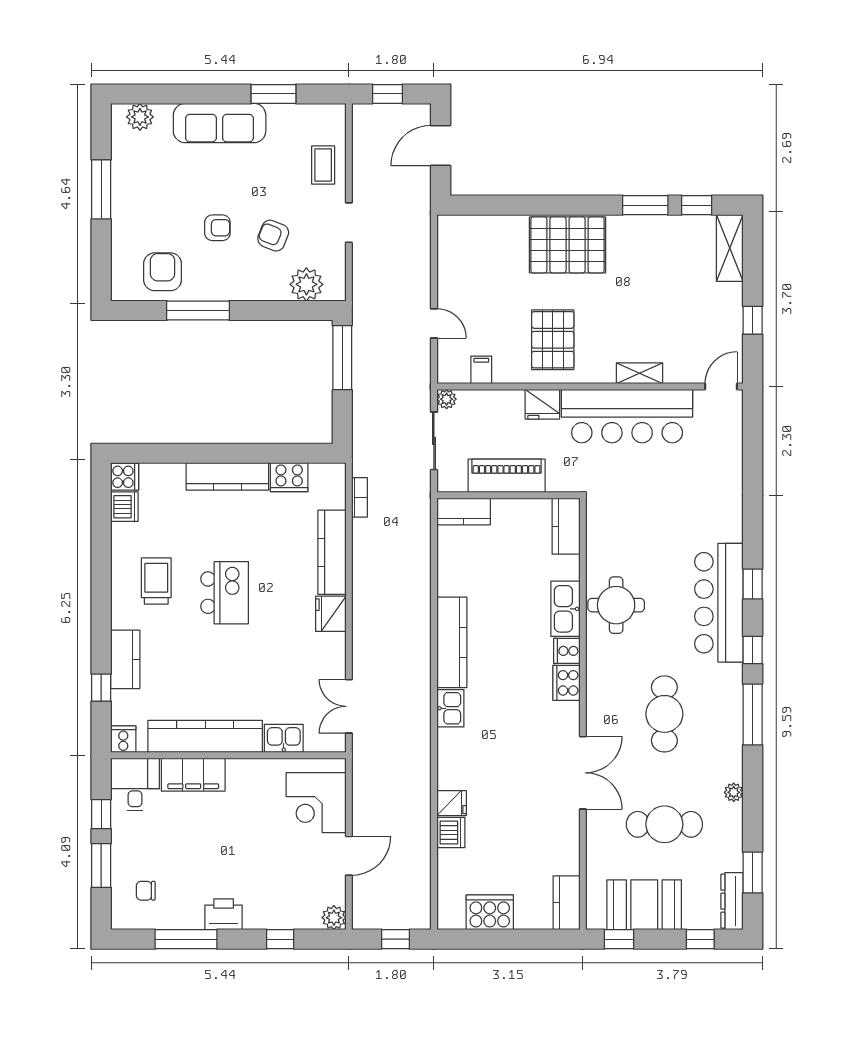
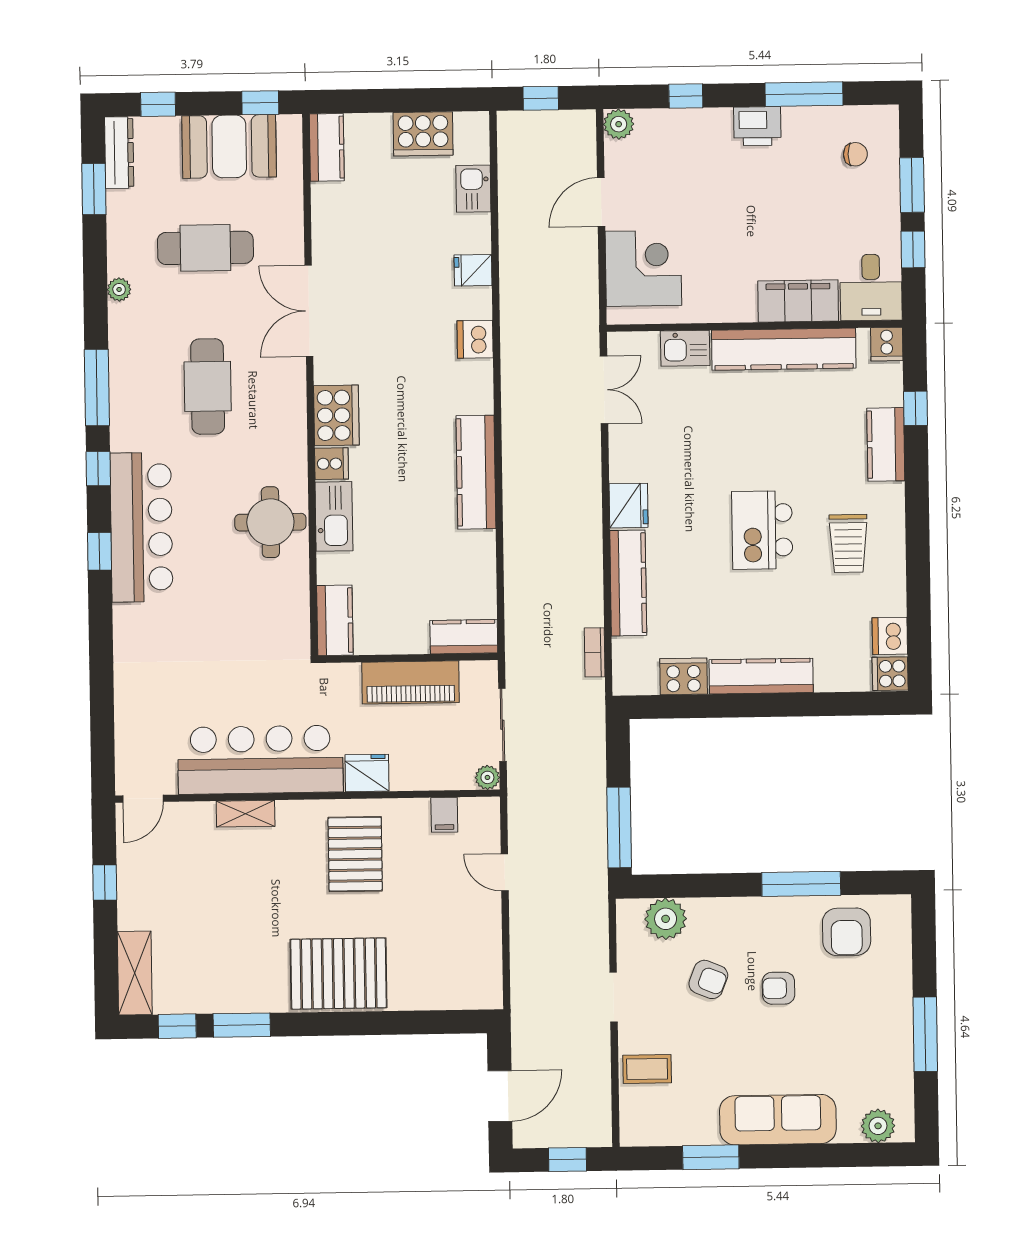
coffee table: (323, 165) -> (647, 1069), turned 90
cooker: (567, 683) -> (336, 415), width x1.37, depth x1.31
kitchen sink: (450, 708) -> (473, 189), moved
dishwasher: (451, 832) -> (475, 339), moved

